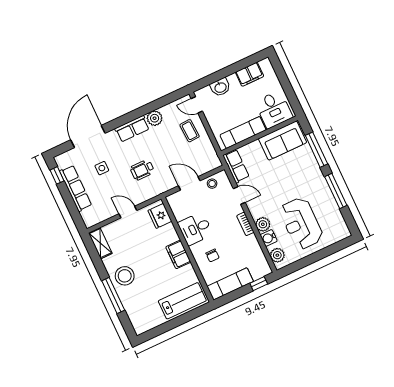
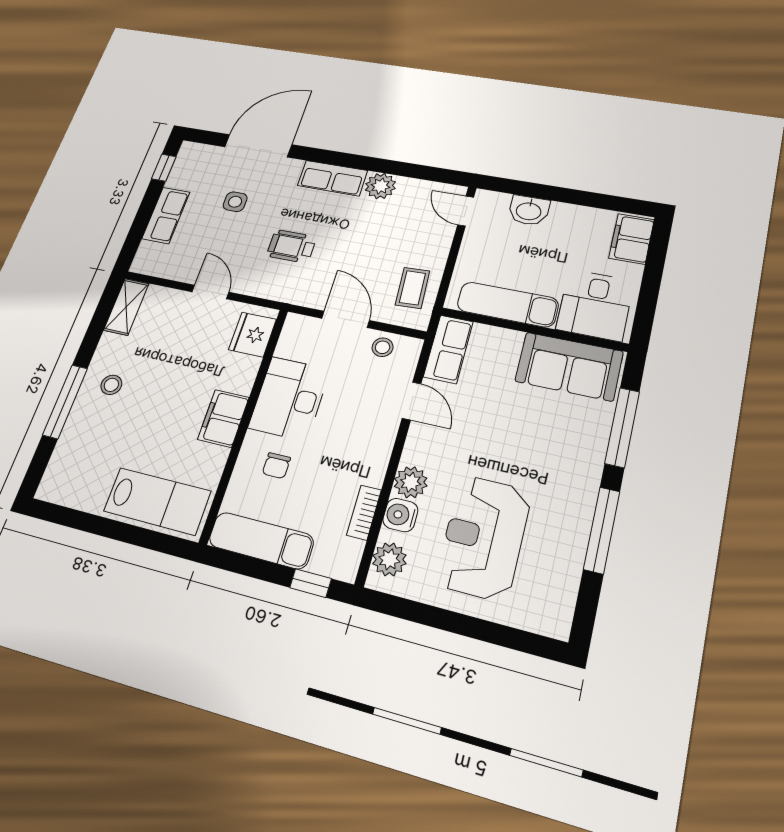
filing cabinet: (250, 74) -> (632, 239), moved, turned 90
coffee table: (190, 131) -> (413, 288), moved
row of seats: (76, 188) -> (166, 215), width x0.68
bookcase: (245, 224) -> (364, 512), moved
desk: (195, 229) -> (289, 398), width x1.37
stool: (125, 276) -> (111, 385), width x0.53, depth x0.53

